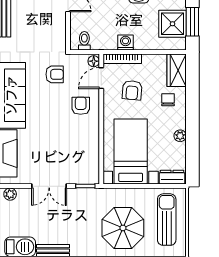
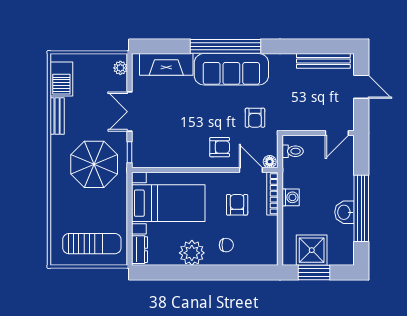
wardrobe: (177, 70) -> (260, 255), removed
armchair: (132, 90) -> (237, 205), turned 85
plant: (180, 136) -> (192, 253), width x1.87, depth x1.87
parasol: (123, 228) -> (94, 164), moved

